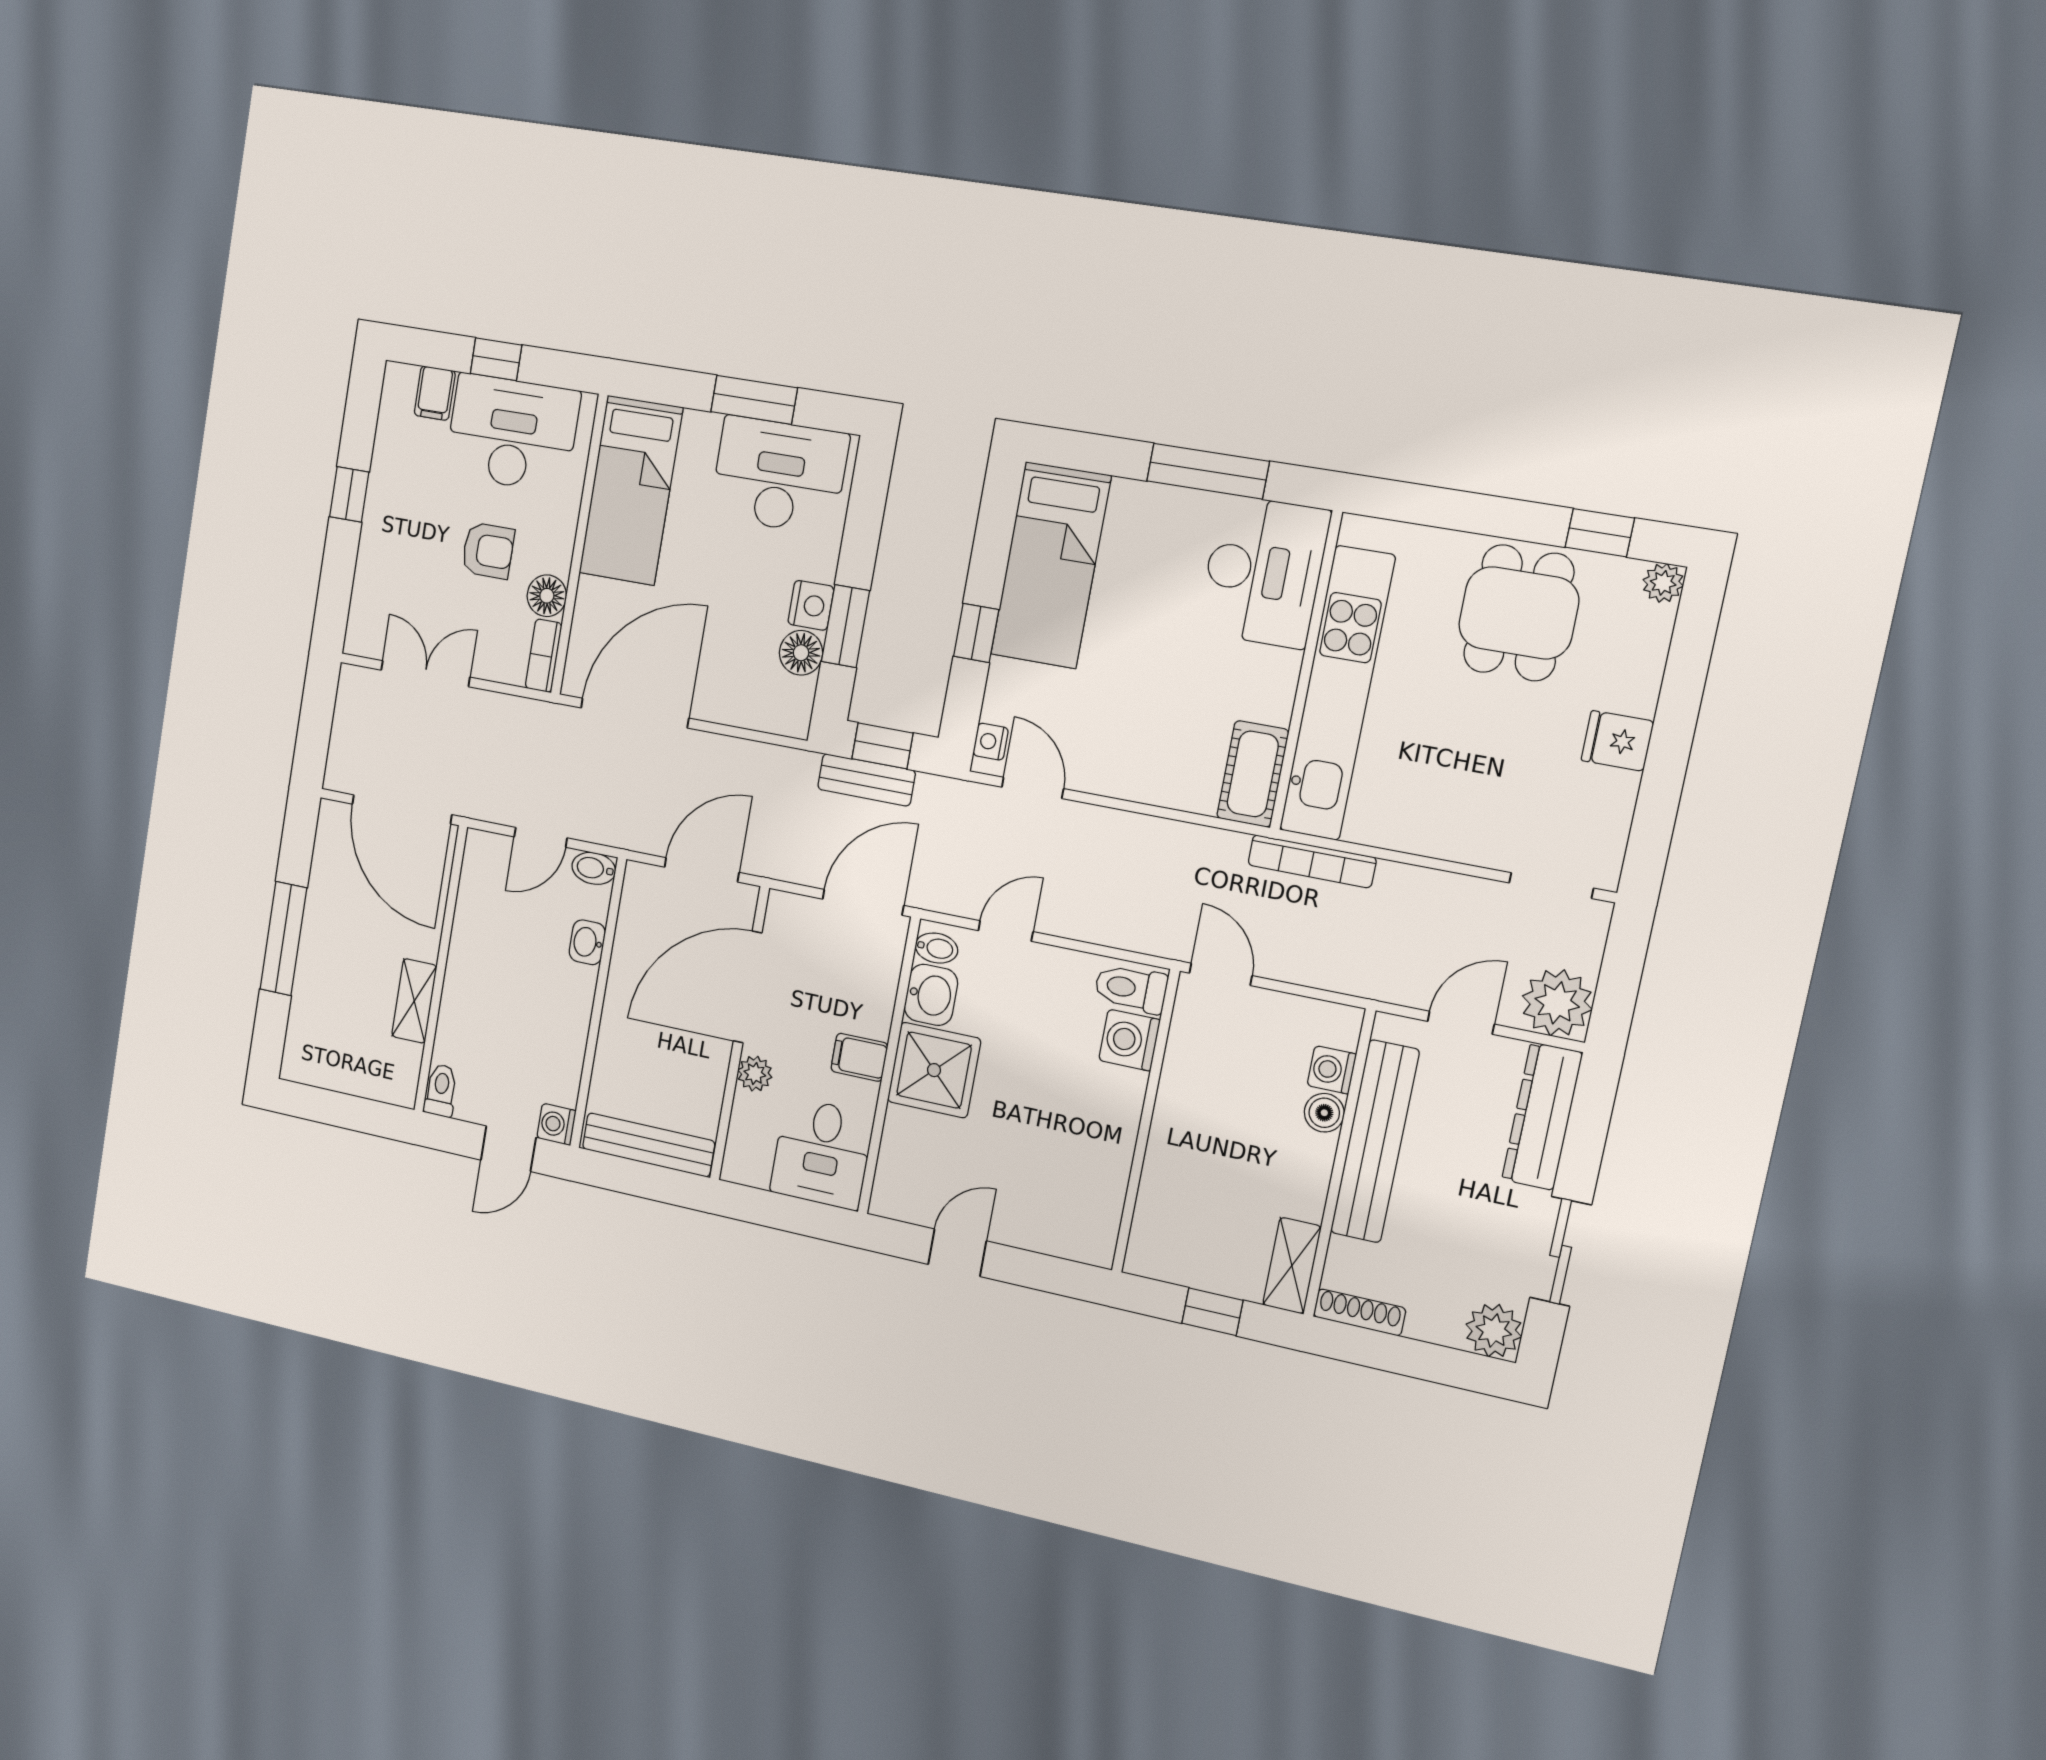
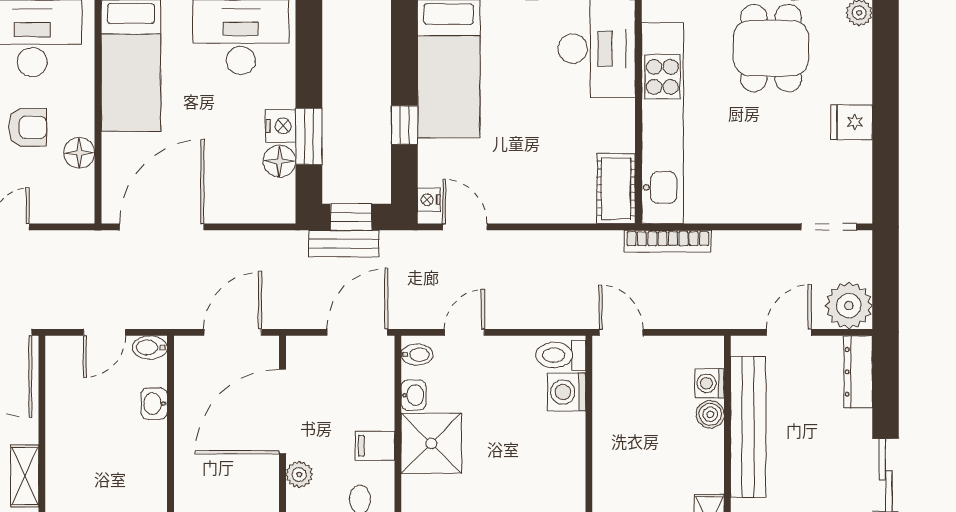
bookcase: (544, 656) -> (84, 197), removed
washbasin: (931, 995) -> (414, 395), width x0.72, depth x0.69
dresser: (1542, 1116) -> (858, 372), width x0.73, depth x0.80

